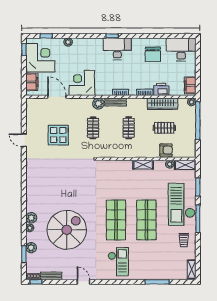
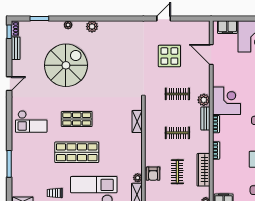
corner desk: (82, 83) -> (226, 101), moved
printer: (161, 89) -> (219, 168), removed
door: (57, 97) -> (211, 55), swing flipped
shelving: (143, 165) -> (137, 122), moved
plant: (31, 218) -> (92, 27), moved
shop shelf: (116, 220) -> (77, 119), width x0.70, depth x0.74
spiral stairs: (67, 230) -> (66, 65), turned -90
plant: (31, 248) -> (46, 26), removed

